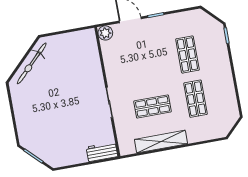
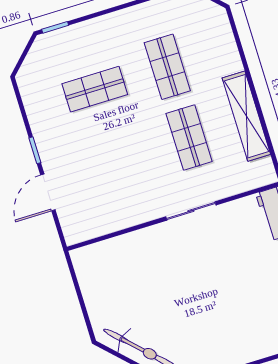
plant: (105, 33) -> (75, 231), removed
shop shelf: (195, 99) -> (167, 67), turned 90

